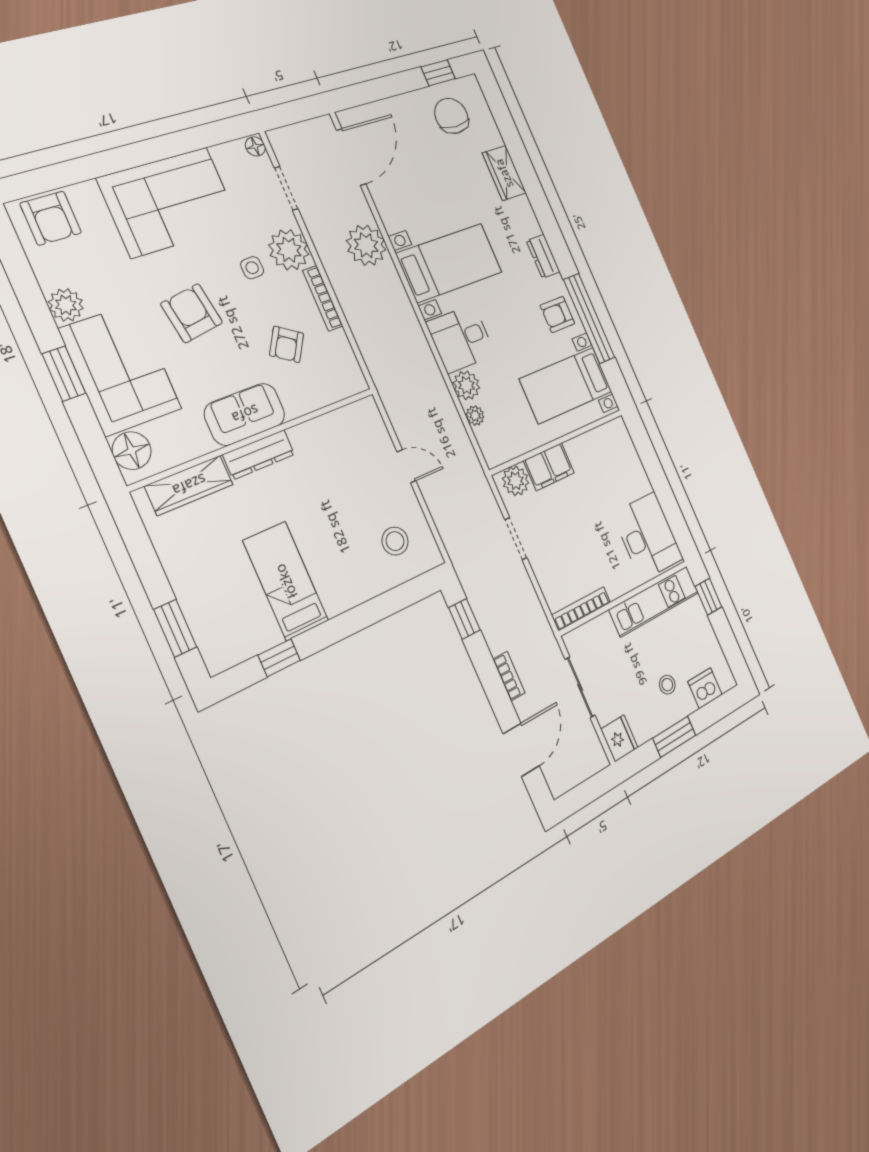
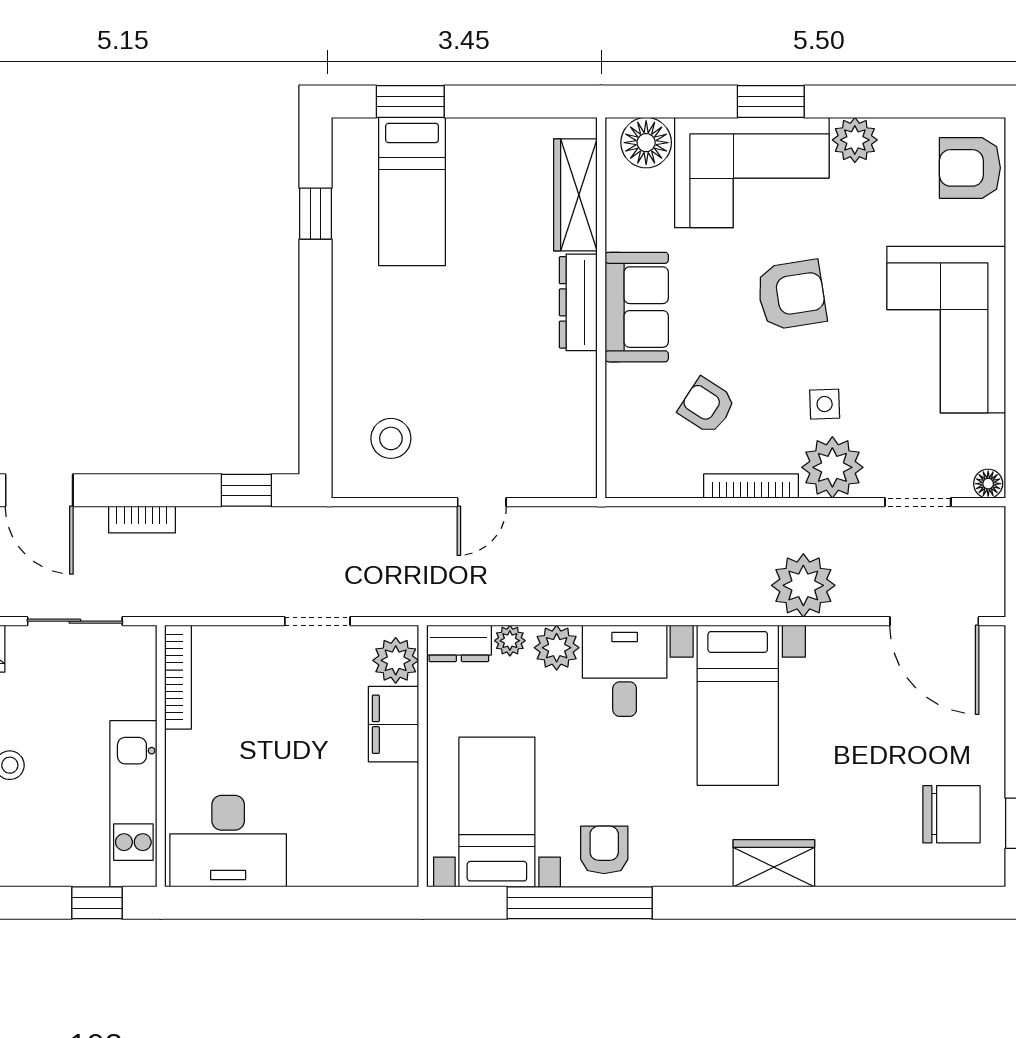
wardrobe: (504, 173) -> (774, 863), moved
dresser: (543, 256) -> (459, 643), moved, turned 180
bed: (286, 581) -> (412, 192), moved, turned 90

